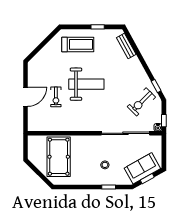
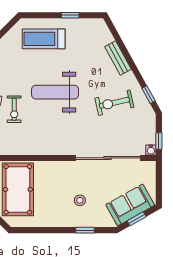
treadmill: (78, 44) -> (44, 39), turned 180
bench: (126, 46) -> (118, 58), moved
weight bench: (86, 84) -> (55, 92), turned 180
exercise bike: (141, 102) -> (114, 103), moved, turned 32

